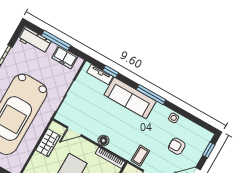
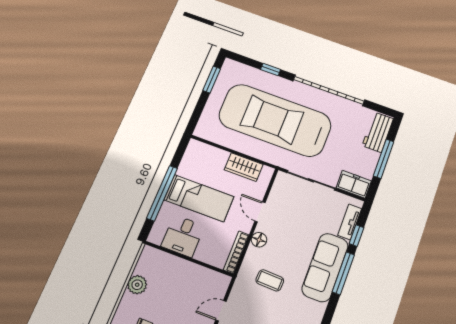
freezer: (65, 57) -> (354, 184), moved, turned 90
window: (151, 95) -> (343, 273), moved
door: (74, 131) -> (260, 212), moved
coffee table: (140, 156) -> (270, 280), moved

